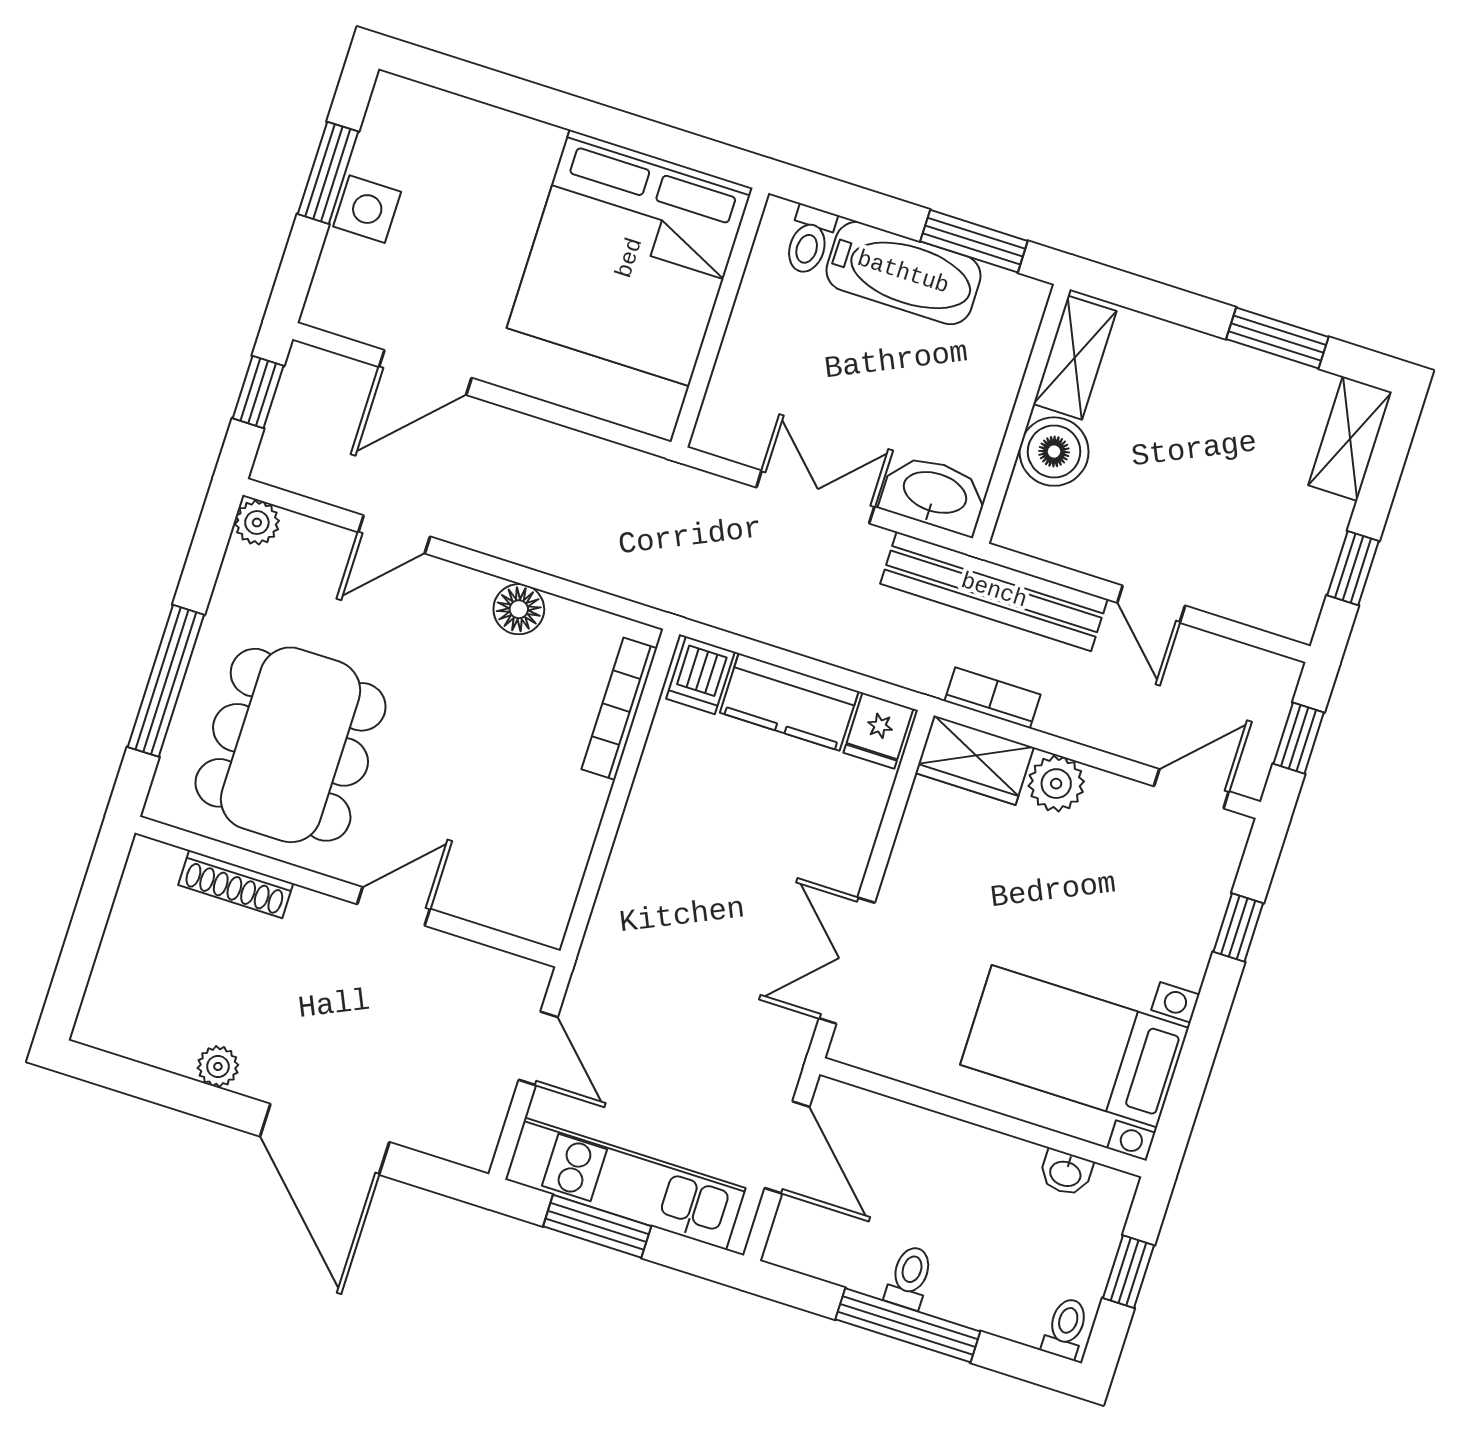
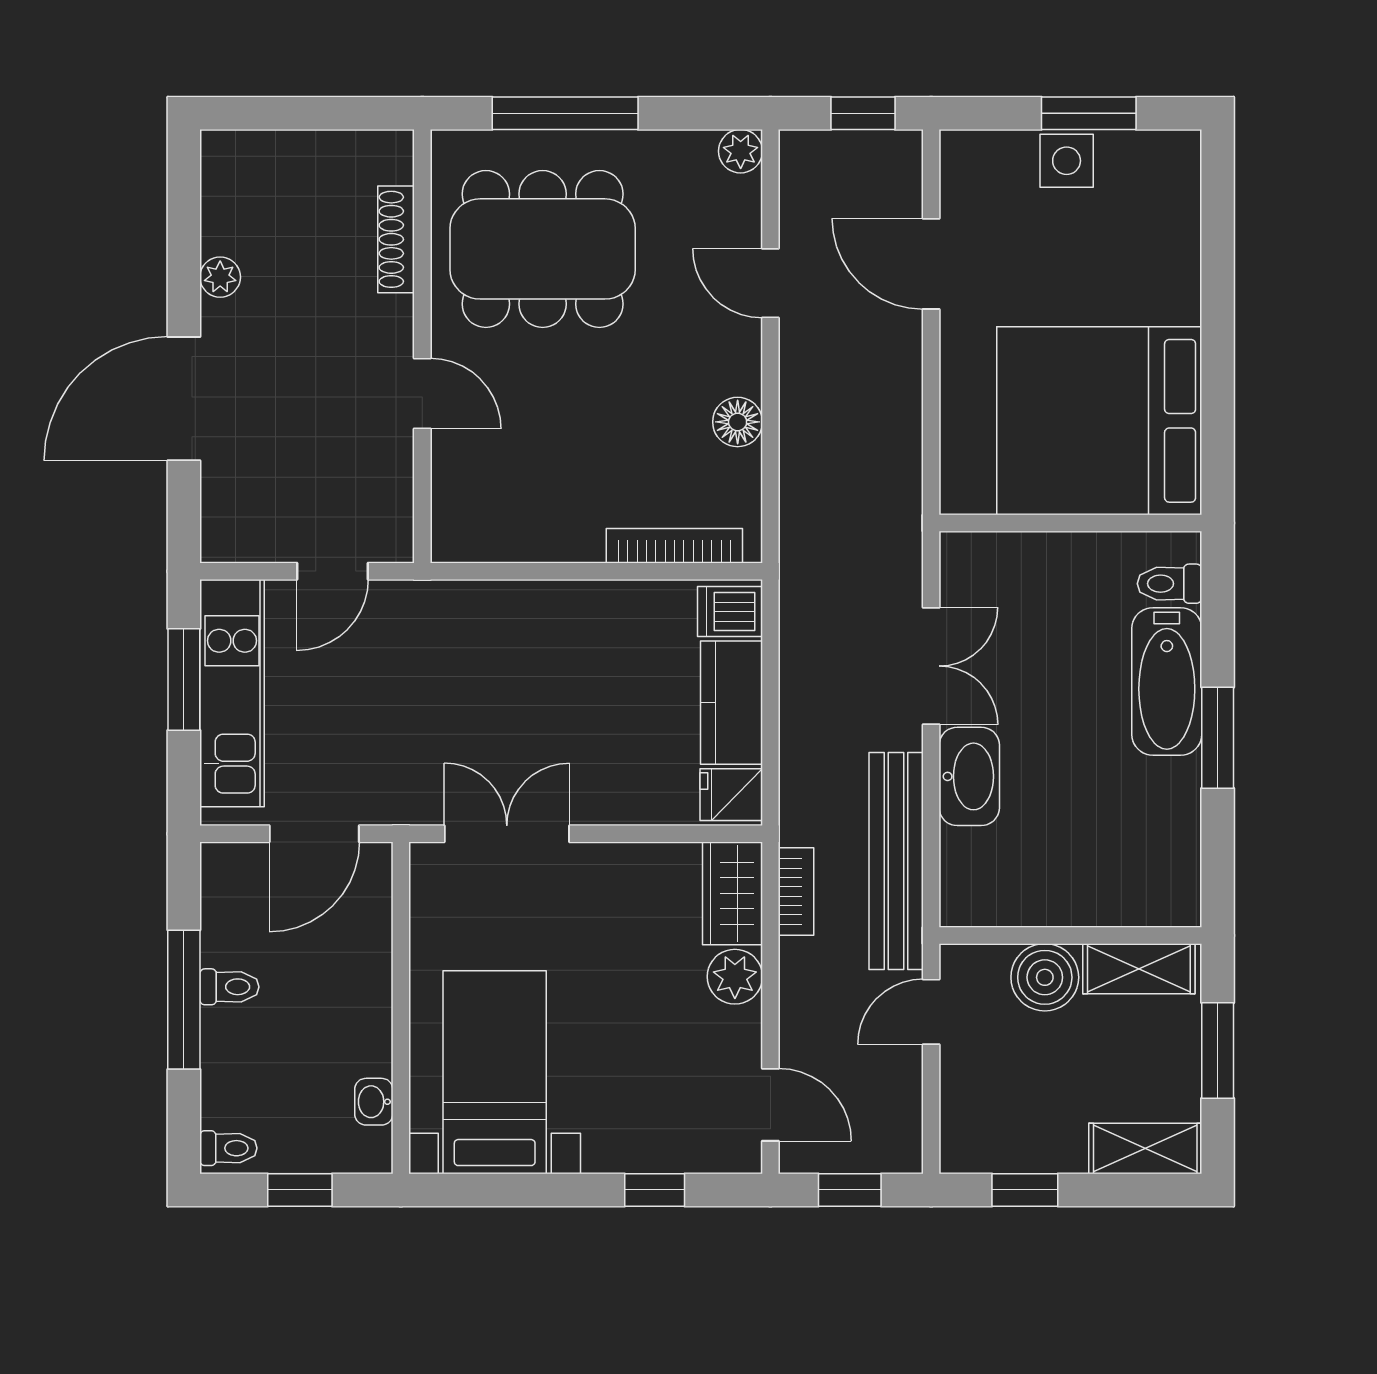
shelving: (1075, 358) -> (1139, 969), moved
wall: (1021, 414) -> (1070, 935), moved
boiler: (1054, 452) -> (1045, 977), moved

